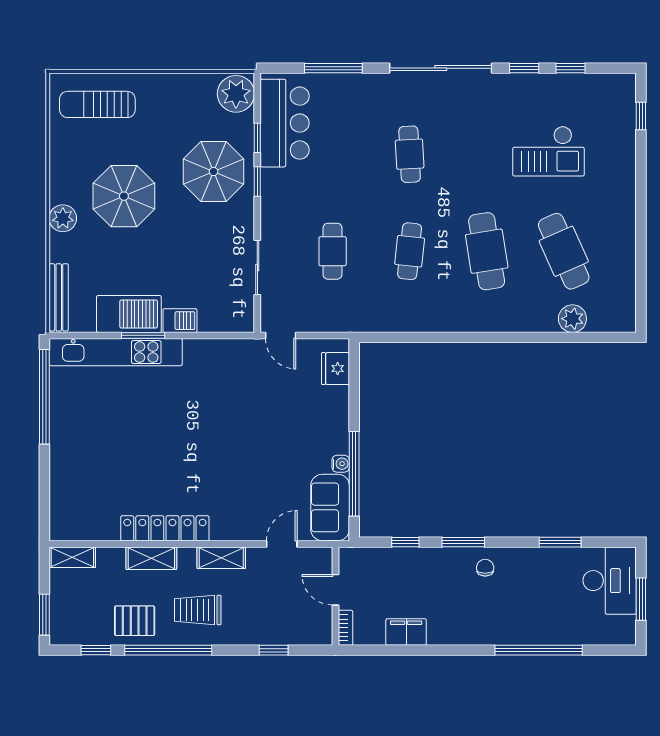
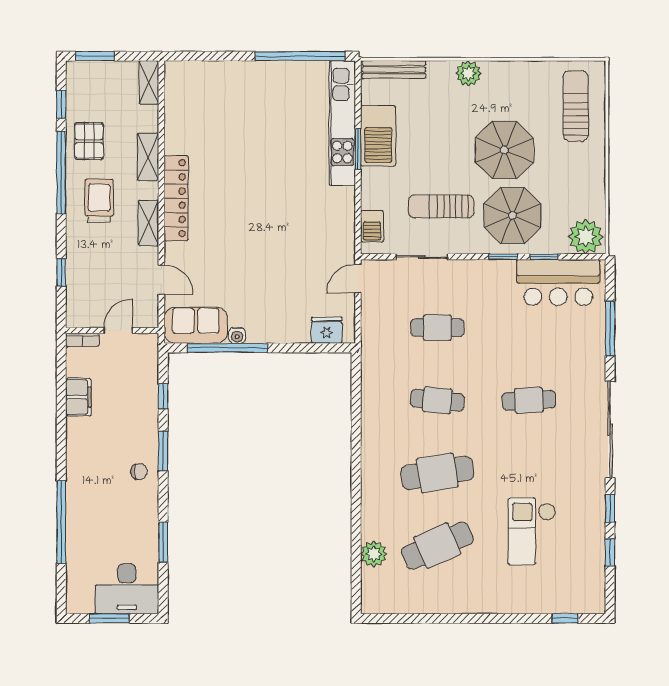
parasol: (124, 196) -> (504, 150), moved
sun lounger: (204, 247) -> (441, 206), added
barbecue: (180, 321) -> (372, 226), moved
locker: (165, 528) -> (176, 198), moved

